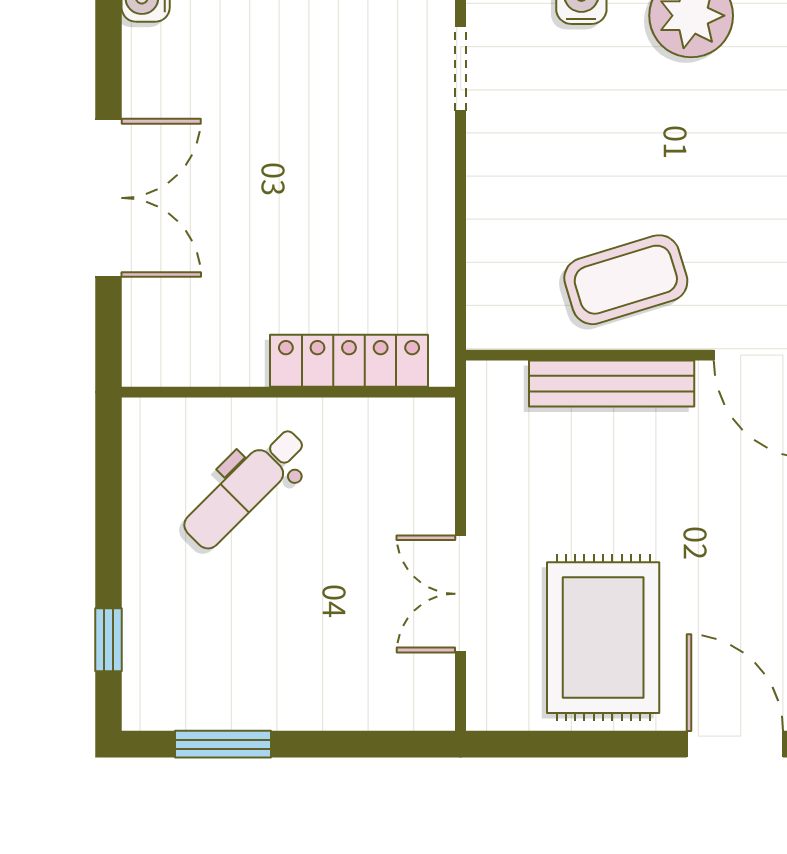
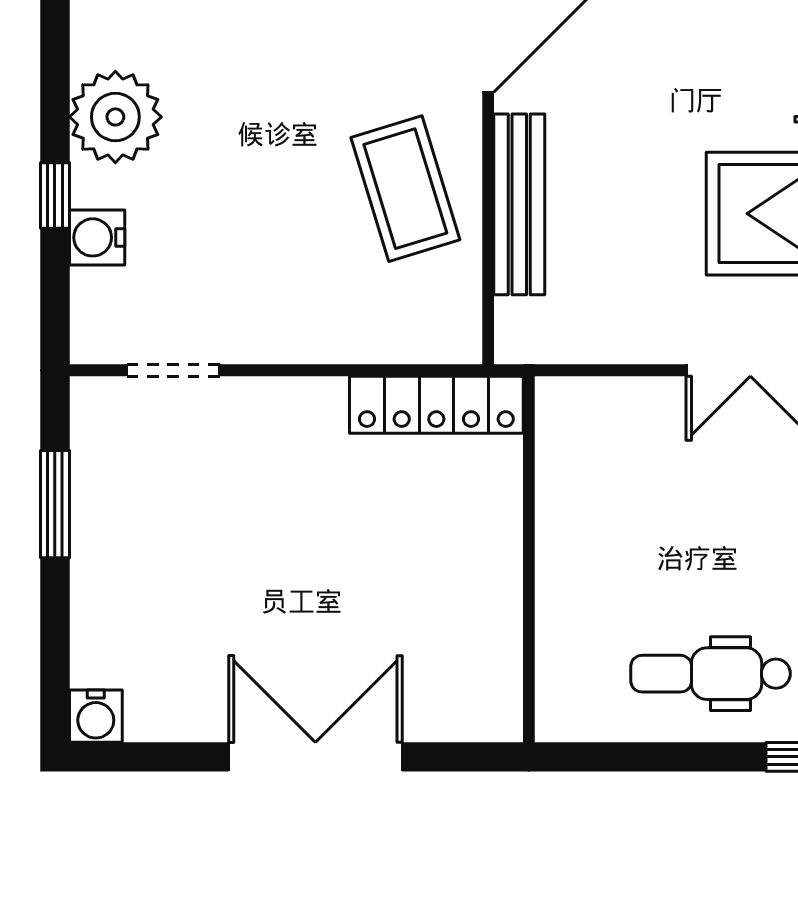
locker: (349, 361) -> (436, 405), moved, turned -90
dental chair: (245, 488) -> (711, 674), moved, turned 135

